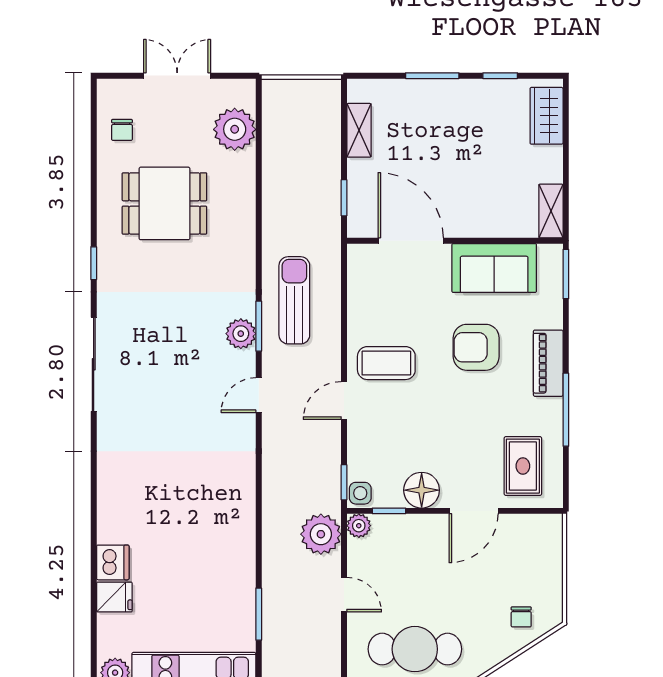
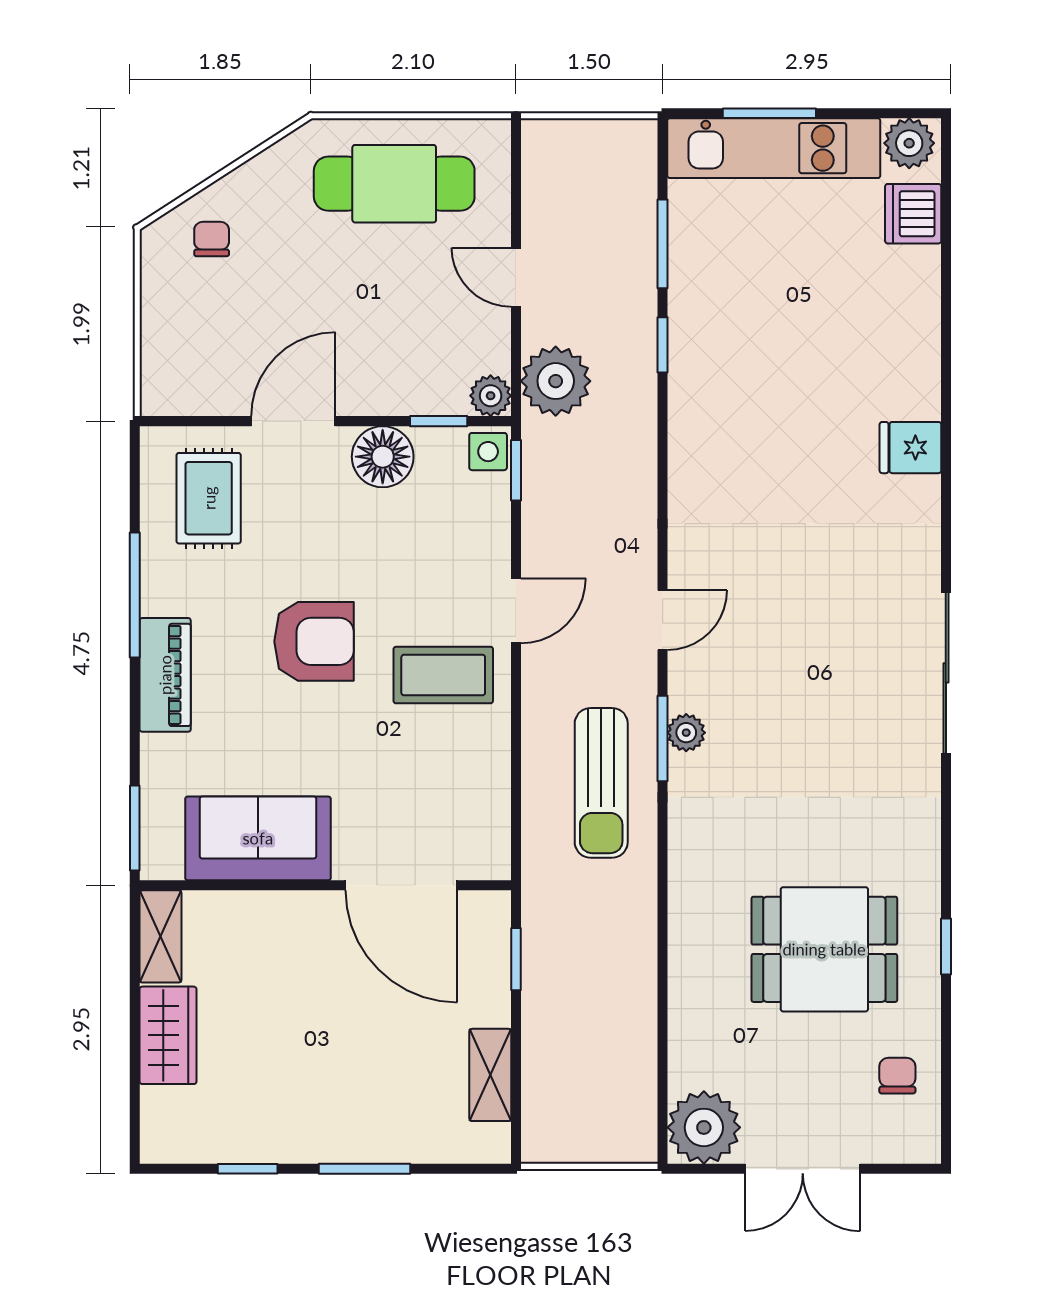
wardrobe: (547, 116) -> (168, 1035), moved
plant: (235, 129) -> (704, 1127), moved
window: (94, 263) -> (946, 946), moved
plant: (241, 334) -> (686, 733), width x0.73, depth x0.73
armchair: (476, 347) -> (314, 641), moved
window: (259, 555) -> (663, 345), added
dishwasher: (113, 562) -> (913, 214), moved
fridge: (114, 597) -> (910, 448), moved

